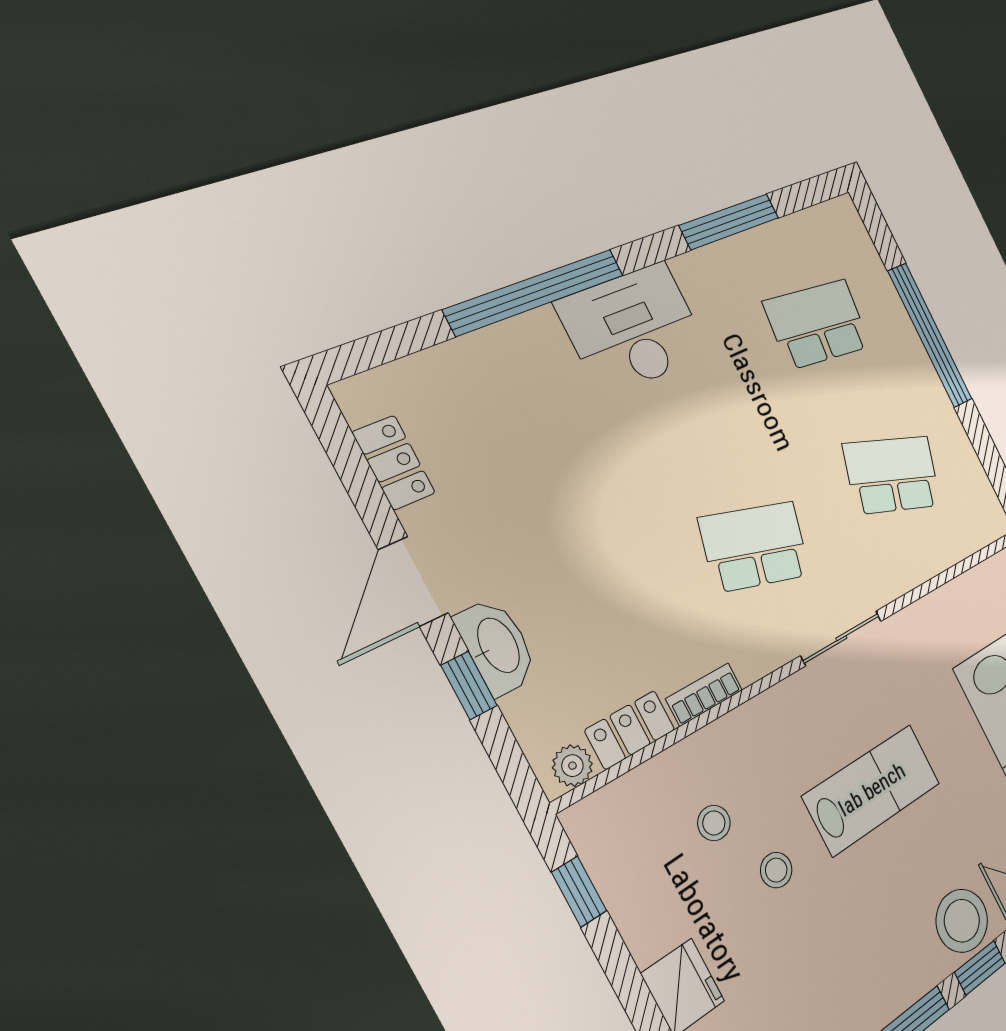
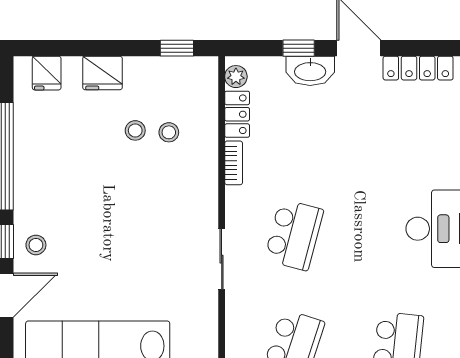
locker: (394, 463) -> (418, 68), width x1.53
lab bench: (872, 790) -> (134, 231), removed
stool: (776, 870) -> (135, 130), moved
stool: (962, 921) -> (36, 245), width x0.53, depth x0.53

